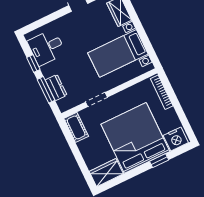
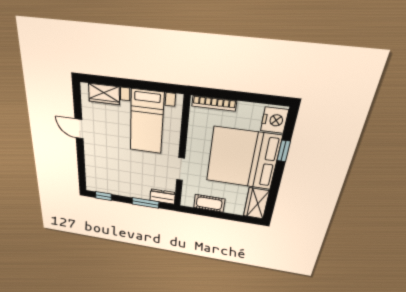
desk: (47, 47) -> (107, 180), removed
window: (33, 64) -> (103, 196), moved
dresser: (56, 88) -> (163, 197), moved
cot: (76, 127) -> (209, 203), moved

